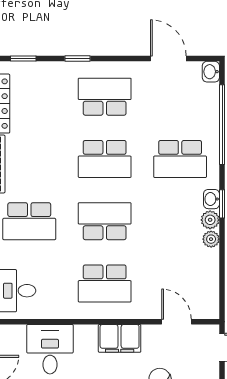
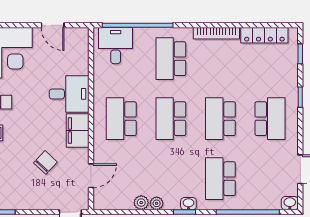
plant: (210, 220) -> (141, 203), moved
school desk: (105, 221) -> (171, 119), turned 180
desk: (50, 349) -> (69, 94), moved

